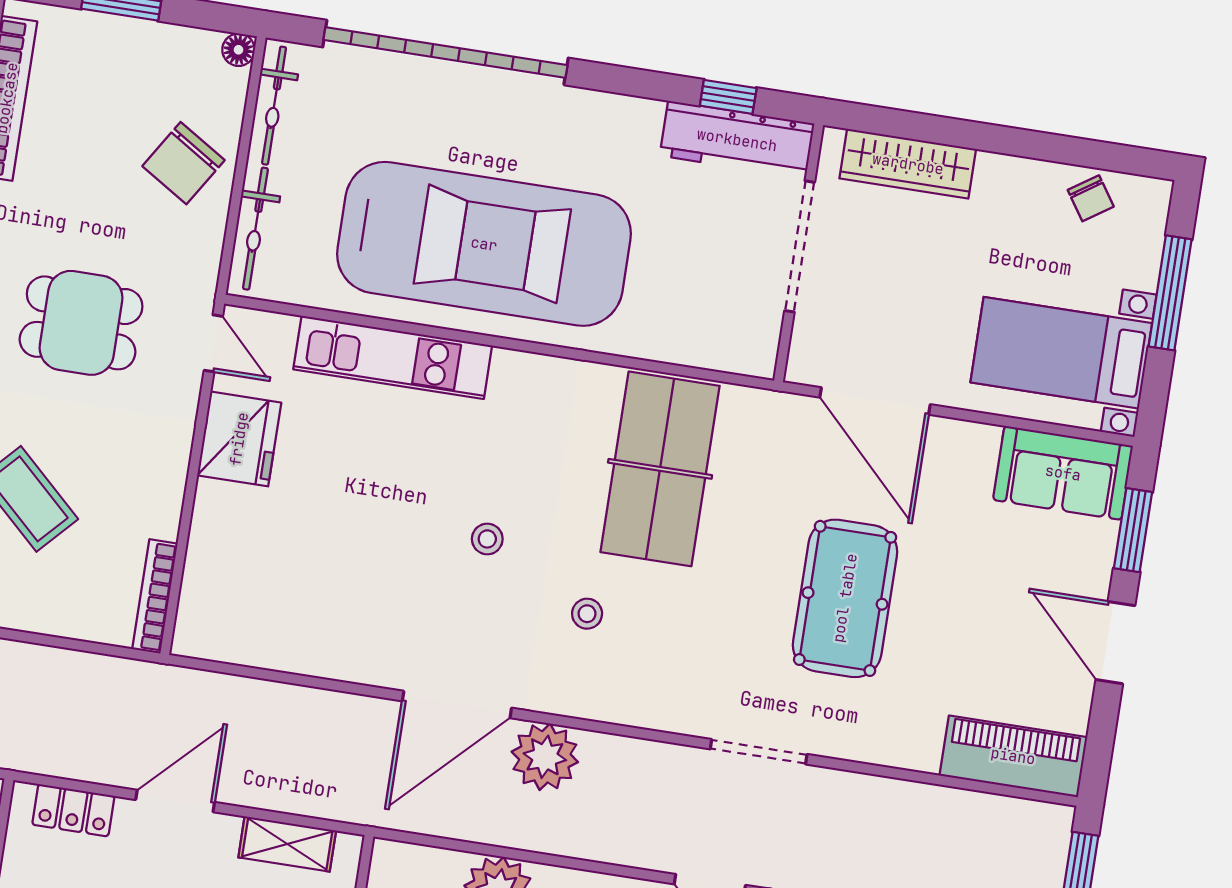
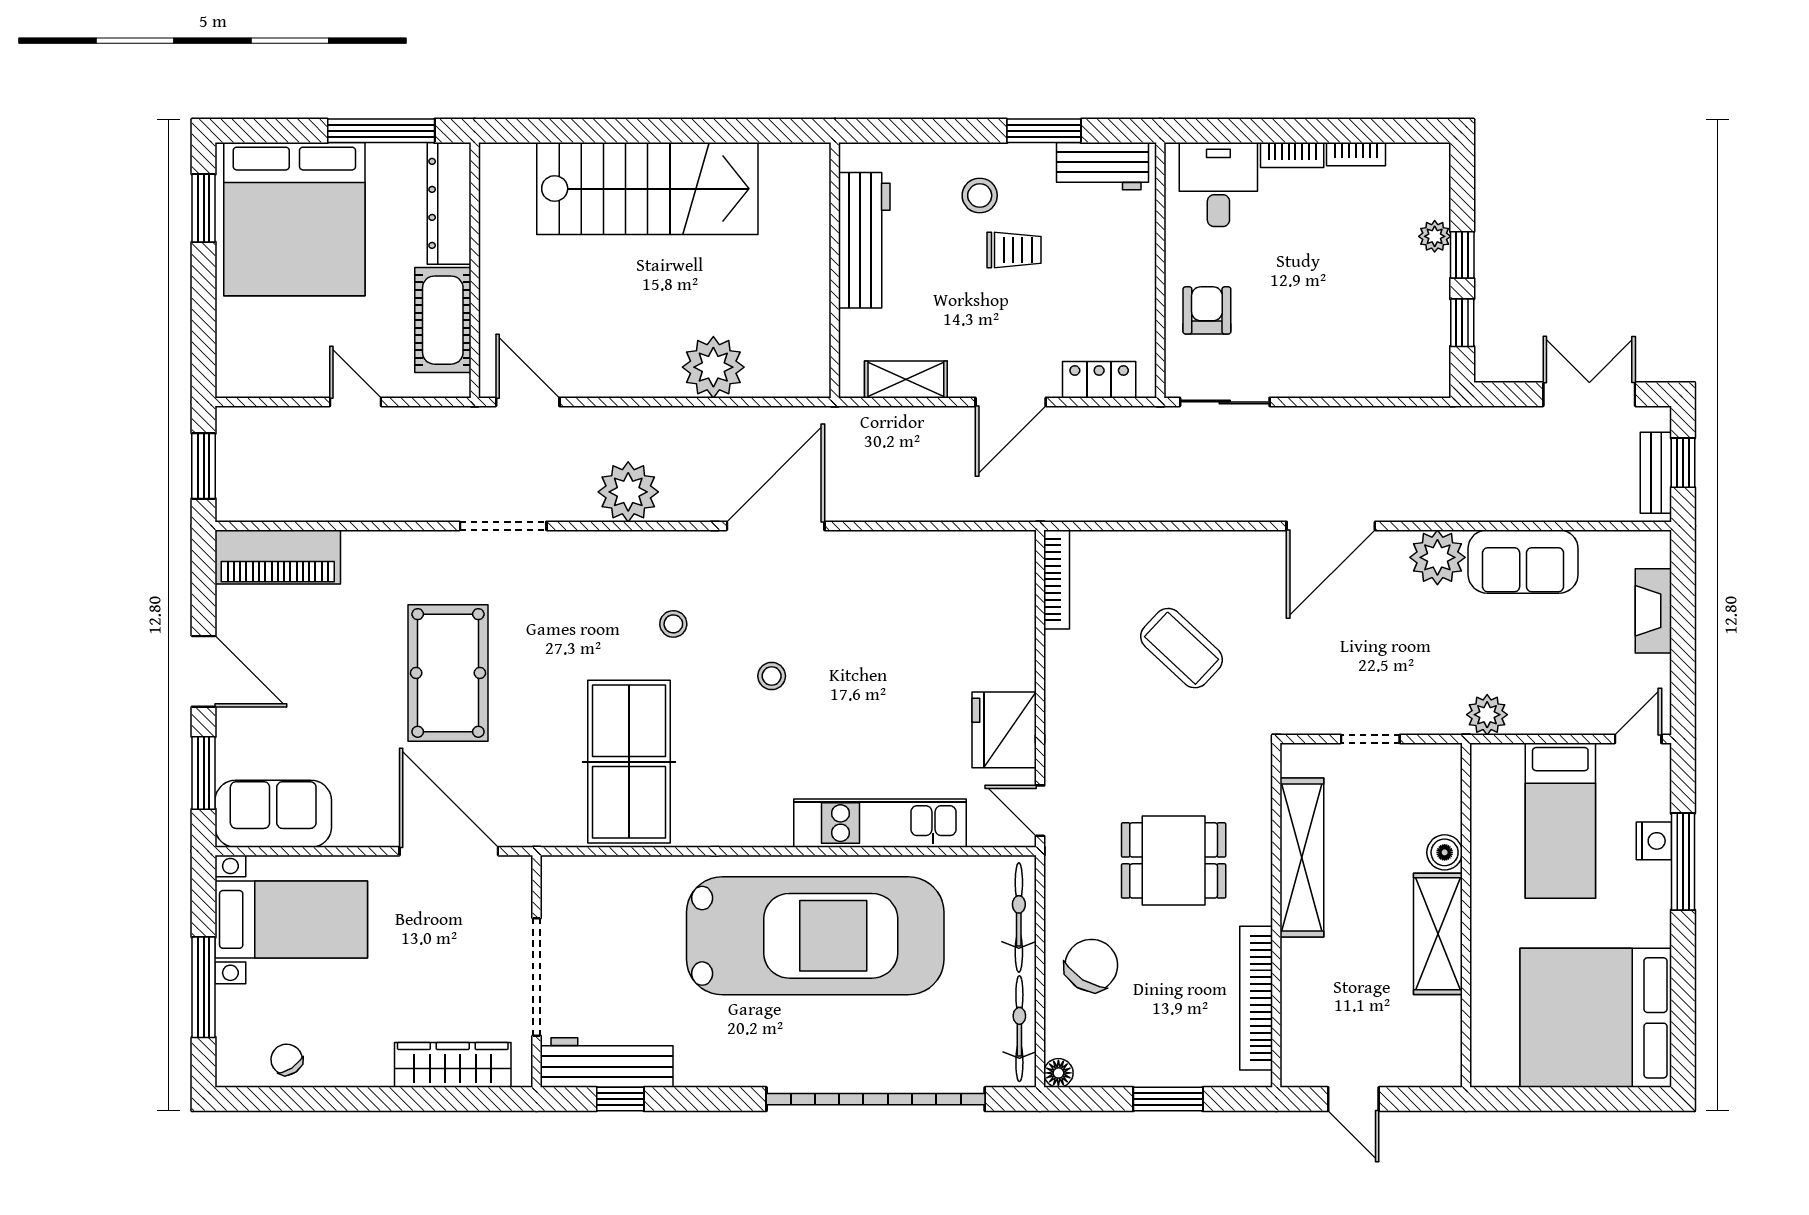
car: (484, 244) -> (815, 936), turned 180
dining table: (81, 323) -> (1174, 860), moved
plant: (545, 757) -> (628, 492), moved

